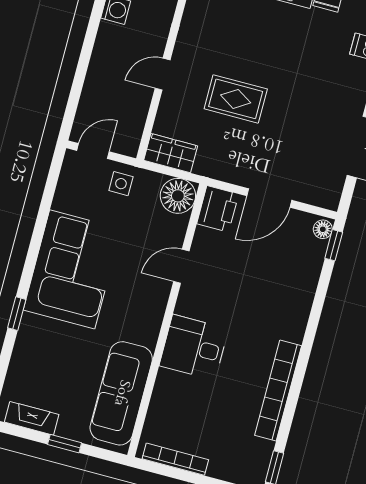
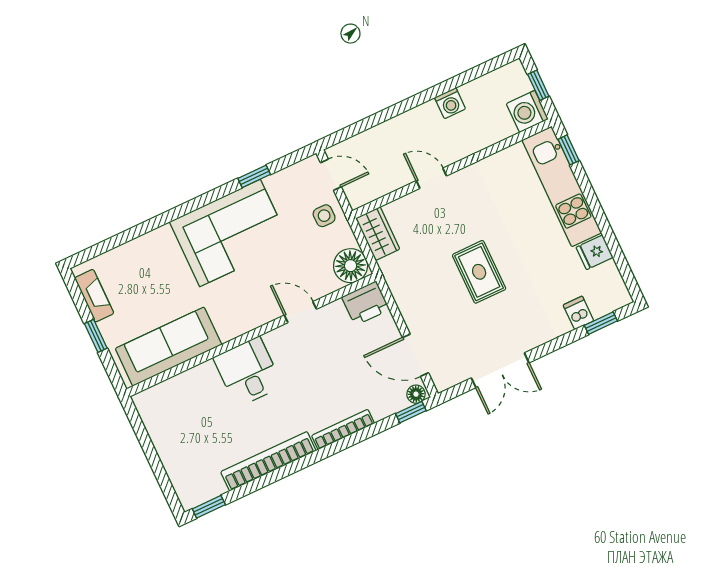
rug: (236, 99) -> (479, 272), moved
door: (269, 198) -> (415, 355), moved
window: (17, 314) -> (254, 176), moved
bookcase: (175, 459) -> (343, 430), moved, turned -90

